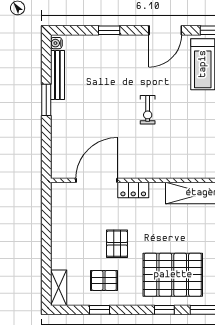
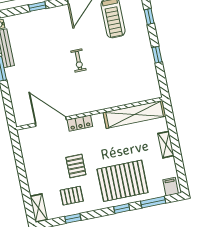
door: (97, 180) -> (51, 122), hinge flipped

